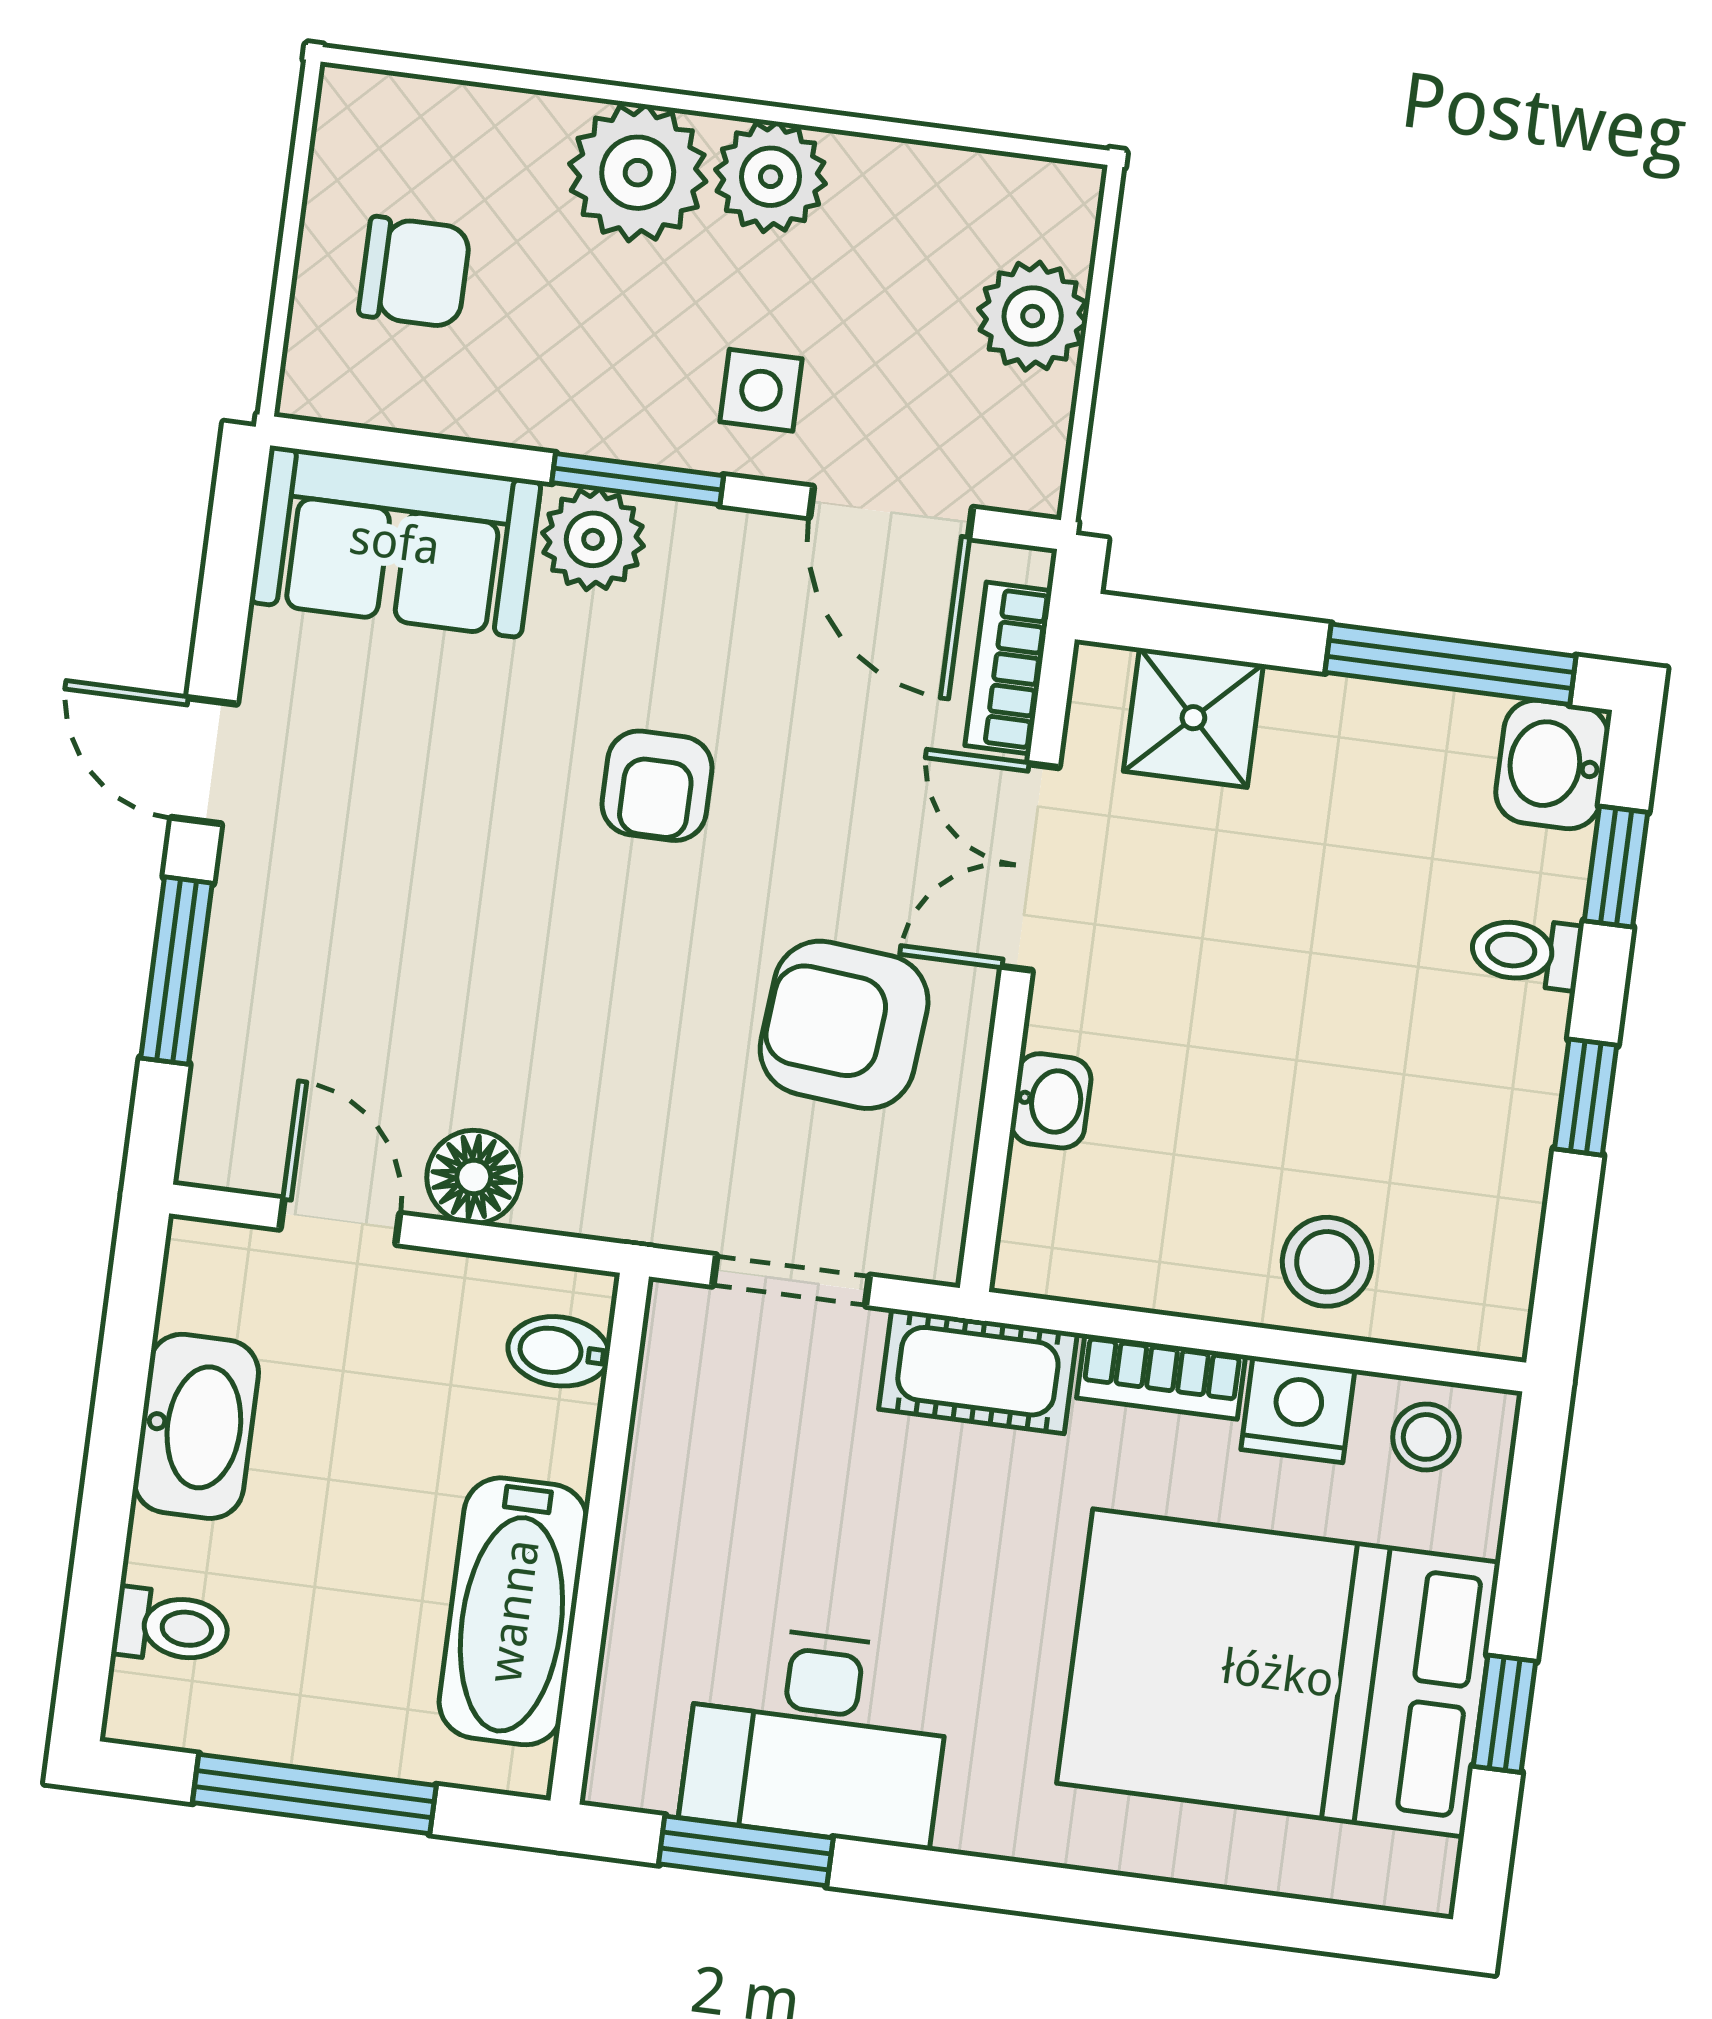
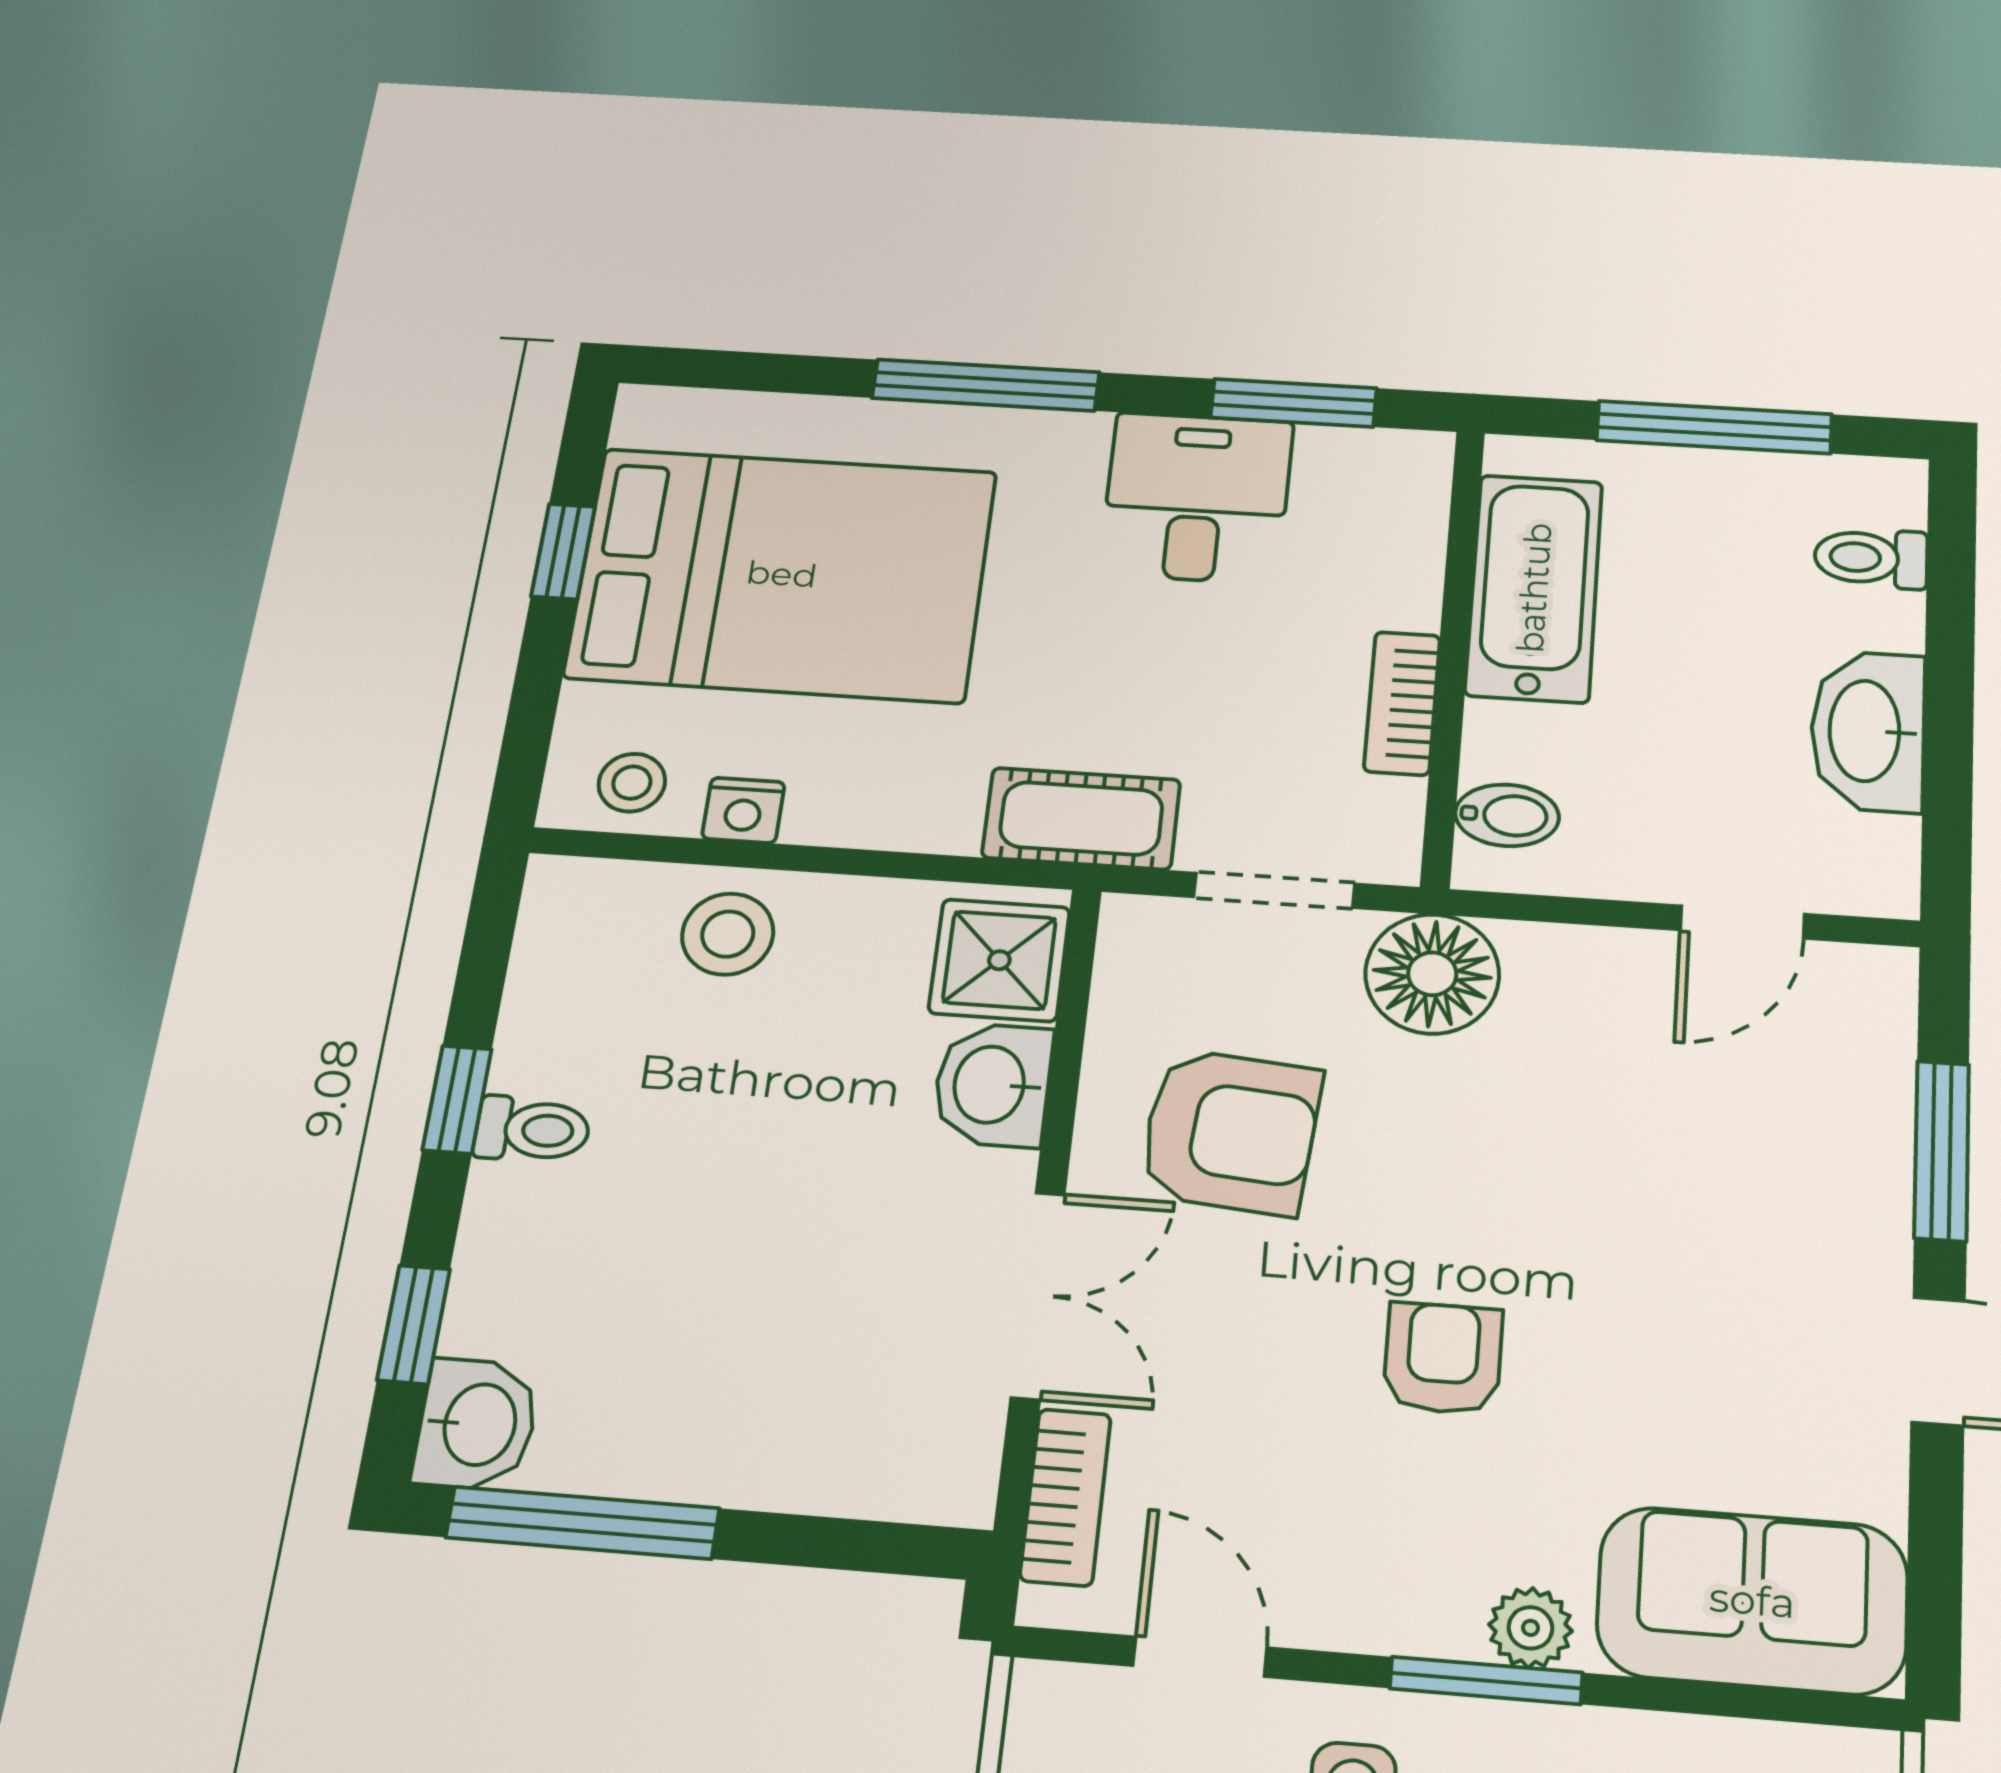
door: (891, 512) -> (1200, 1657), width x0.73
plant: (593, 539) -> (1531, 1628), width x0.73, depth x0.73
shower: (1193, 718) -> (999, 960), moved
toilet: (1526, 952) -> (532, 1130), moved
washbasin: (1051, 1101) -> (992, 1085), width x1.38, depth x1.45
floor lamp: (474, 1177) -> (1432, 974), moved, width x1.38, depth x1.38
door: (340, 1221) -> (1742, 922), hinge flipped
bookcase: (1161, 1377) -> (1402, 703), moved, turned -90
nightstand: (1298, 1410) -> (743, 810), width x0.72, depth x0.74
desk: (817, 1736) -> (1197, 498), width x0.73
window: (1066, 1893) -> (986, 385), added

